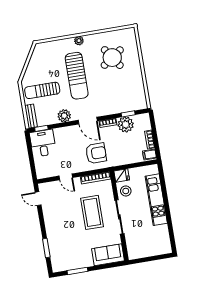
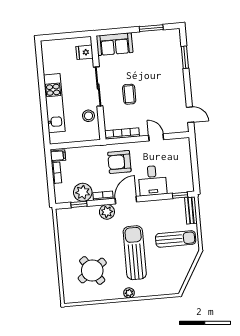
plant: (64, 116) -> (107, 212), moved
door: (88, 121) -> (126, 200), hinge flipped
desk: (43, 143) -> (152, 181), moved
fridge: (122, 176) -> (85, 52), moved
coffee table: (92, 212) -> (129, 94), width x0.54, depth x0.58

